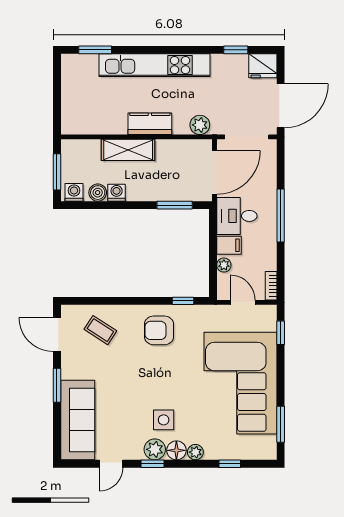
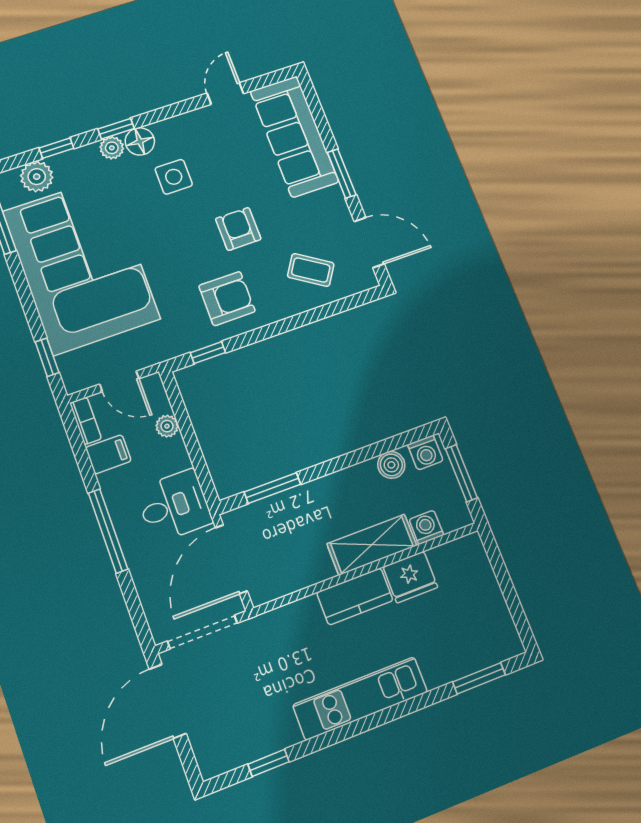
kitchen unit: (154, 65) -> (360, 698), width x0.73
fridge: (263, 66) -> (410, 577), moved, turned 180
plant: (200, 125) -> (280, 623), removed
washing machine: (117, 193) -> (426, 527), moved, turned 180
filing cabinet: (229, 245) -> (108, 454), moved, turned 180
armchair: (136, 372) -> (238, 229), added
plant: (155, 449) -> (37, 177), moved
window: (153, 464) -> (116, 129), moved

